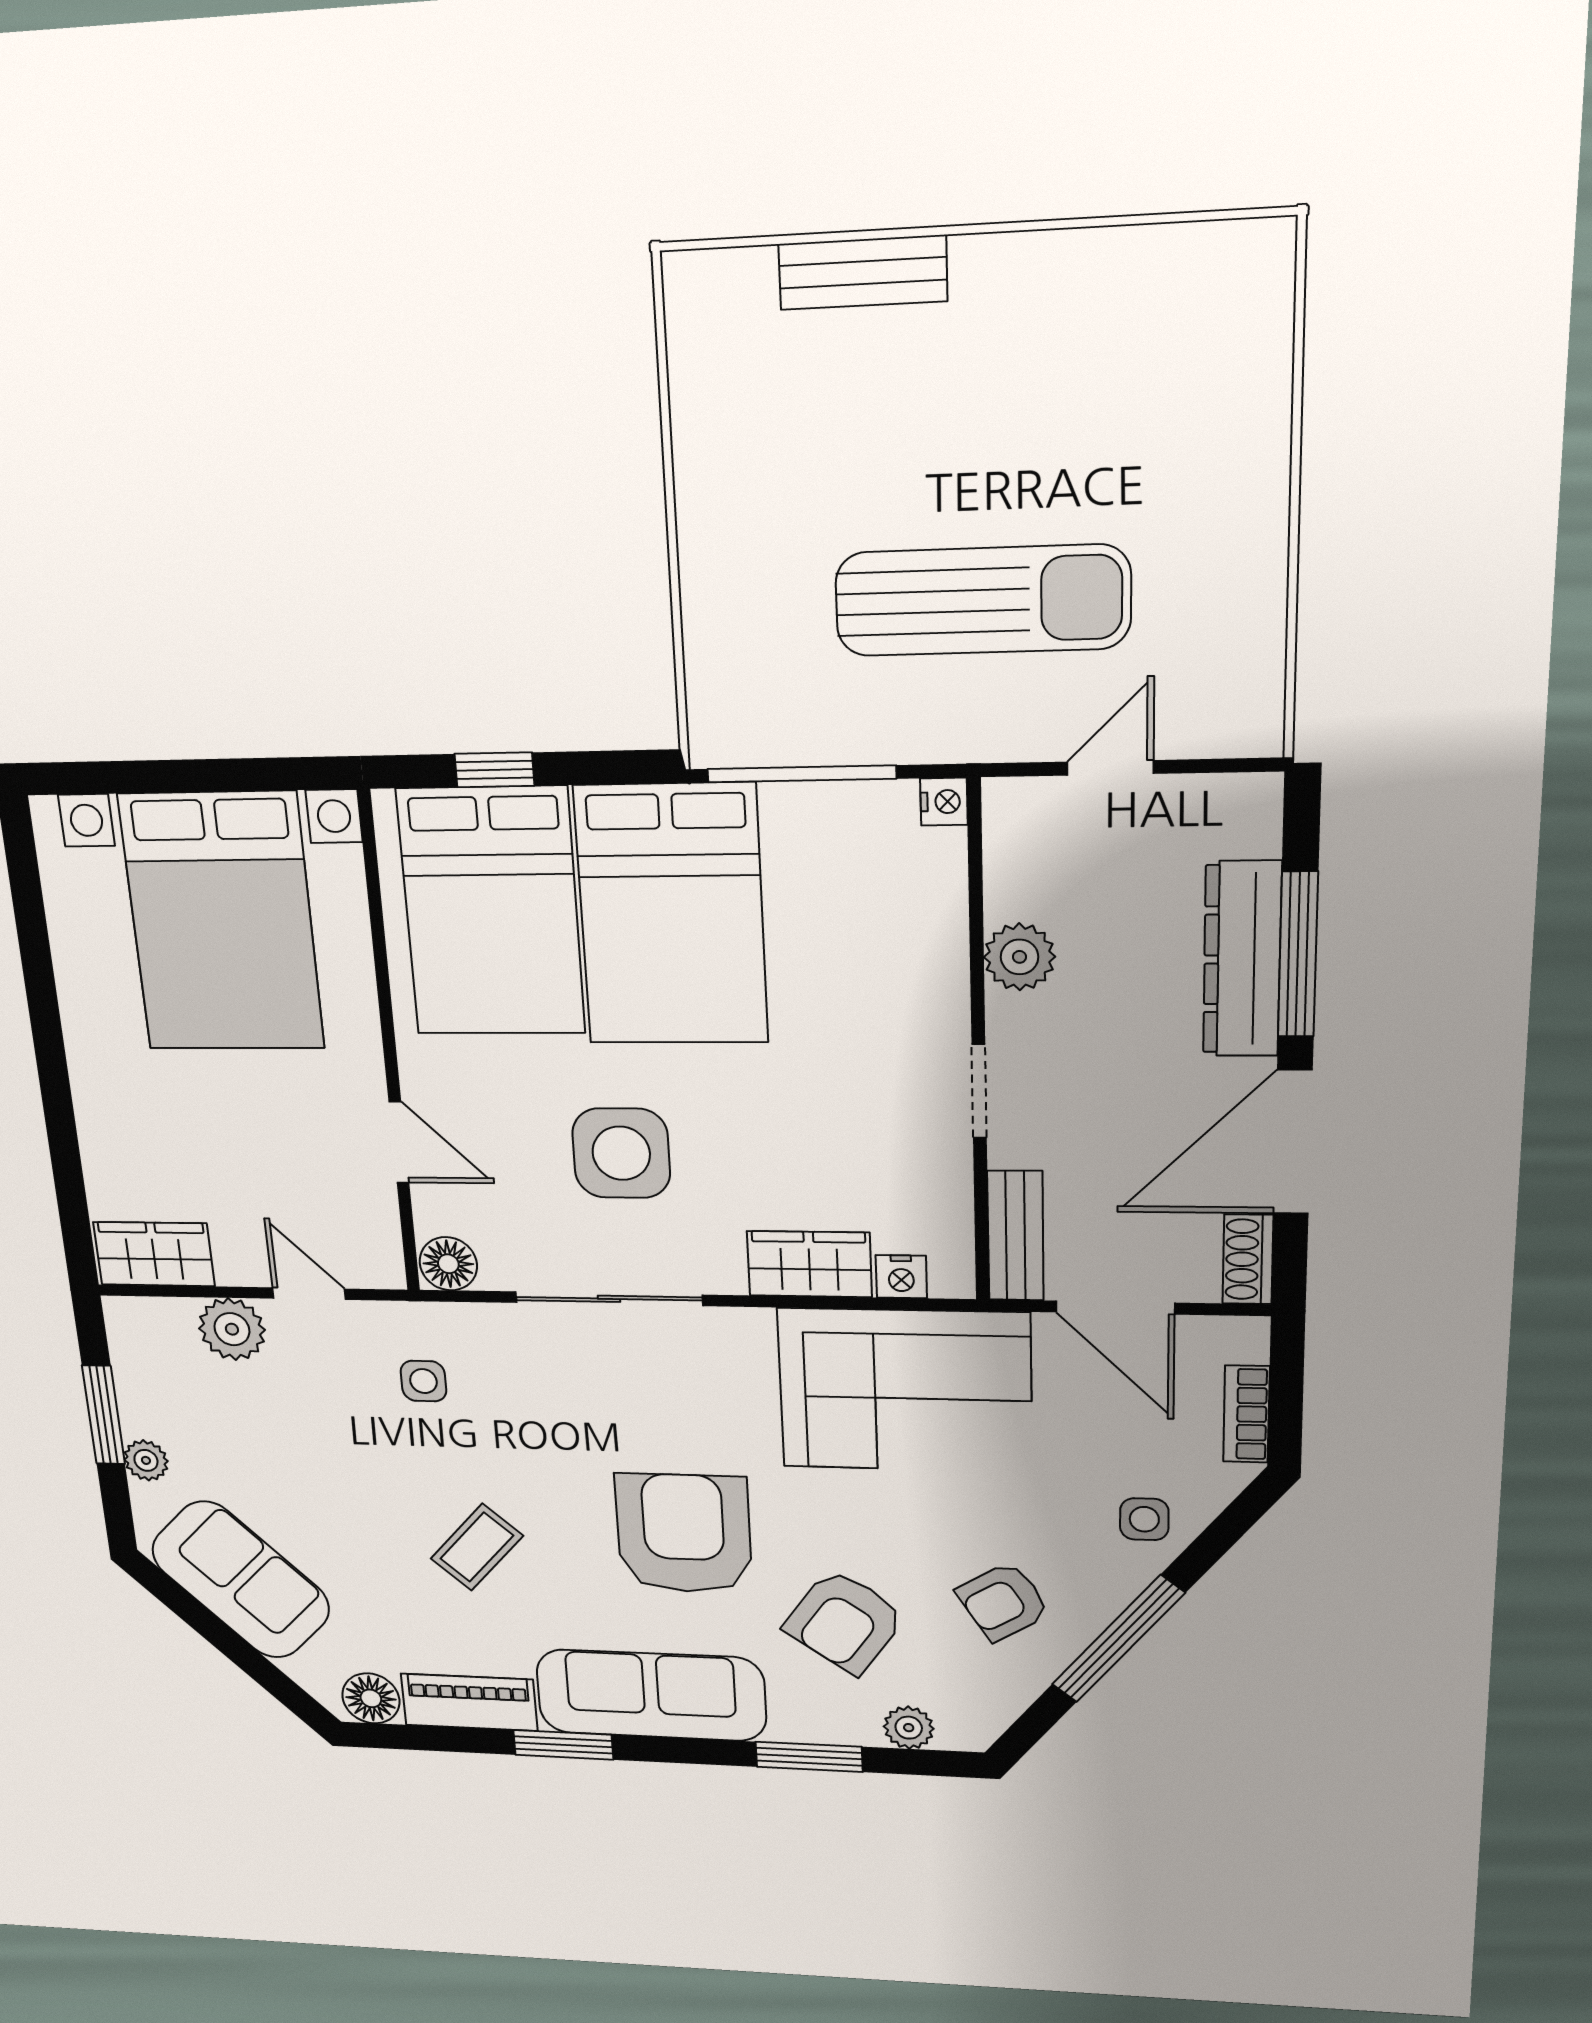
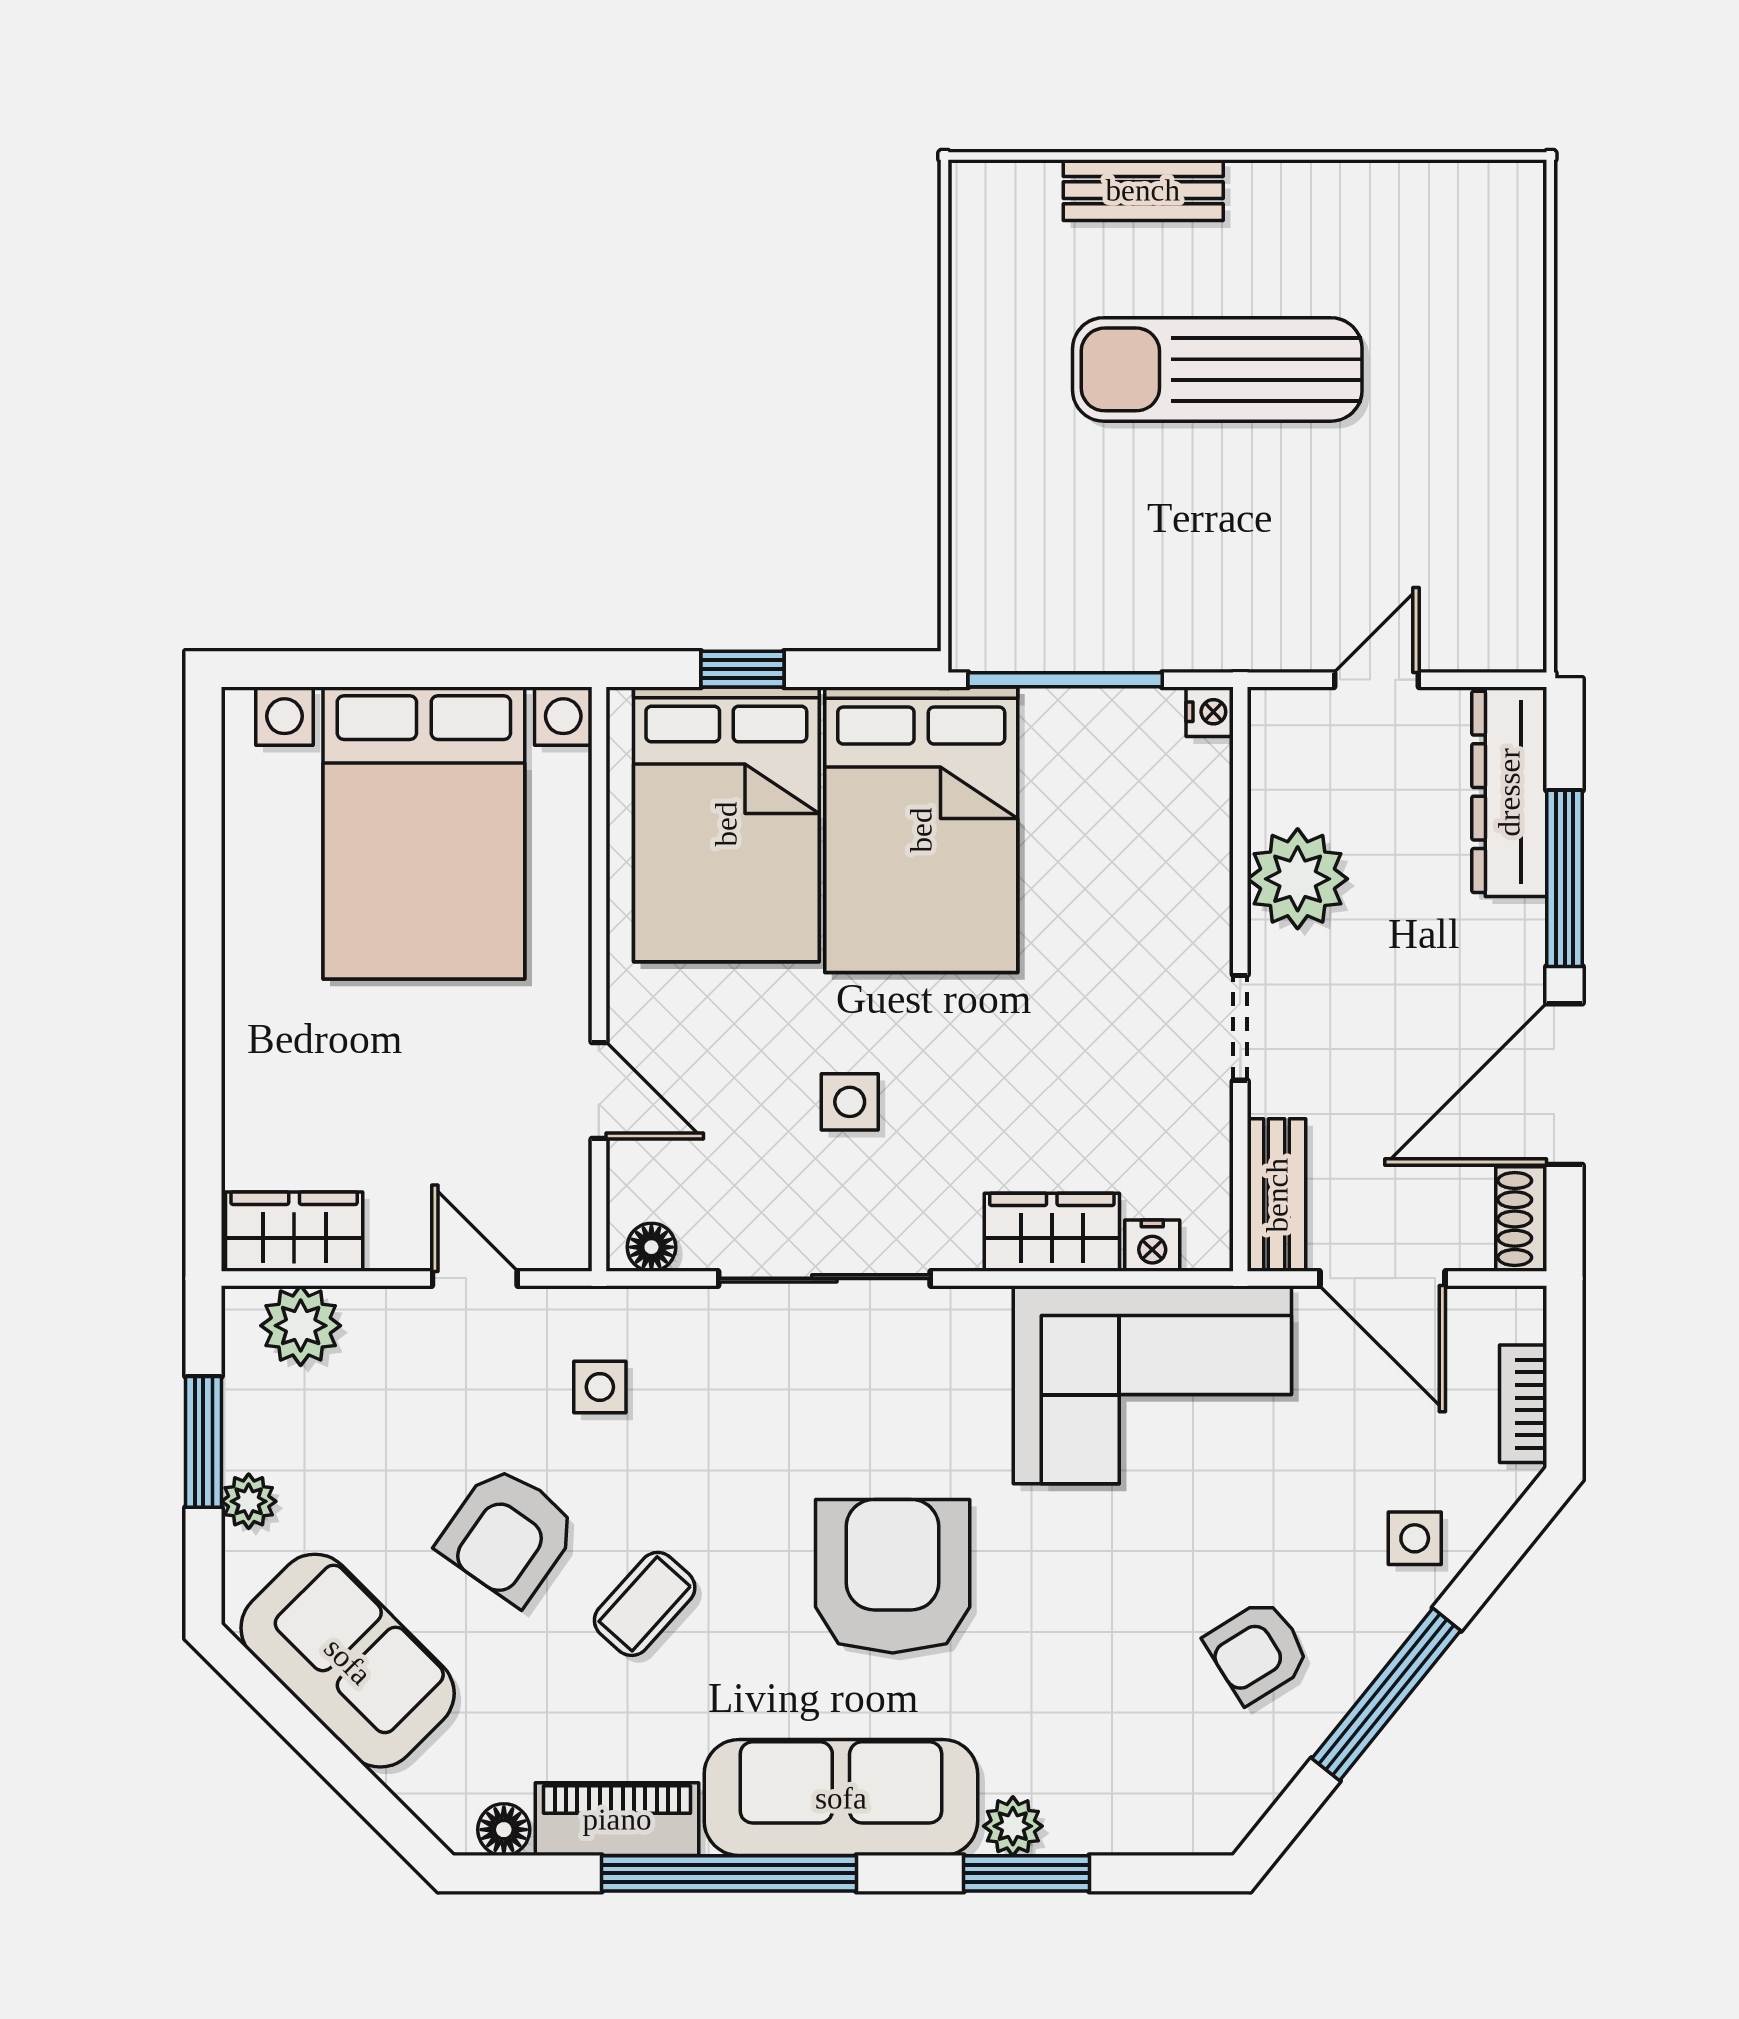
sun lounger: (982, 601) -> (1217, 369), moved, turned 180
plant: (1019, 957) -> (1298, 879), width x1.36, depth x1.36
dresser: (1242, 959) -> (1509, 792), moved
side table: (621, 1153) -> (850, 1102), width x0.54, depth x0.54
floor lamp: (448, 1264) -> (651, 1247), width x0.73, depth x0.73
plant: (232, 1329) -> (301, 1326), moved
armchair: (845, 1622) -> (508, 1535), moved
floor lamp: (371, 1698) -> (504, 1830), width x0.73, depth x0.73
plant: (909, 1728) -> (1013, 1826), moved
window: (563, 1745) -> (729, 1873), width x2.11

